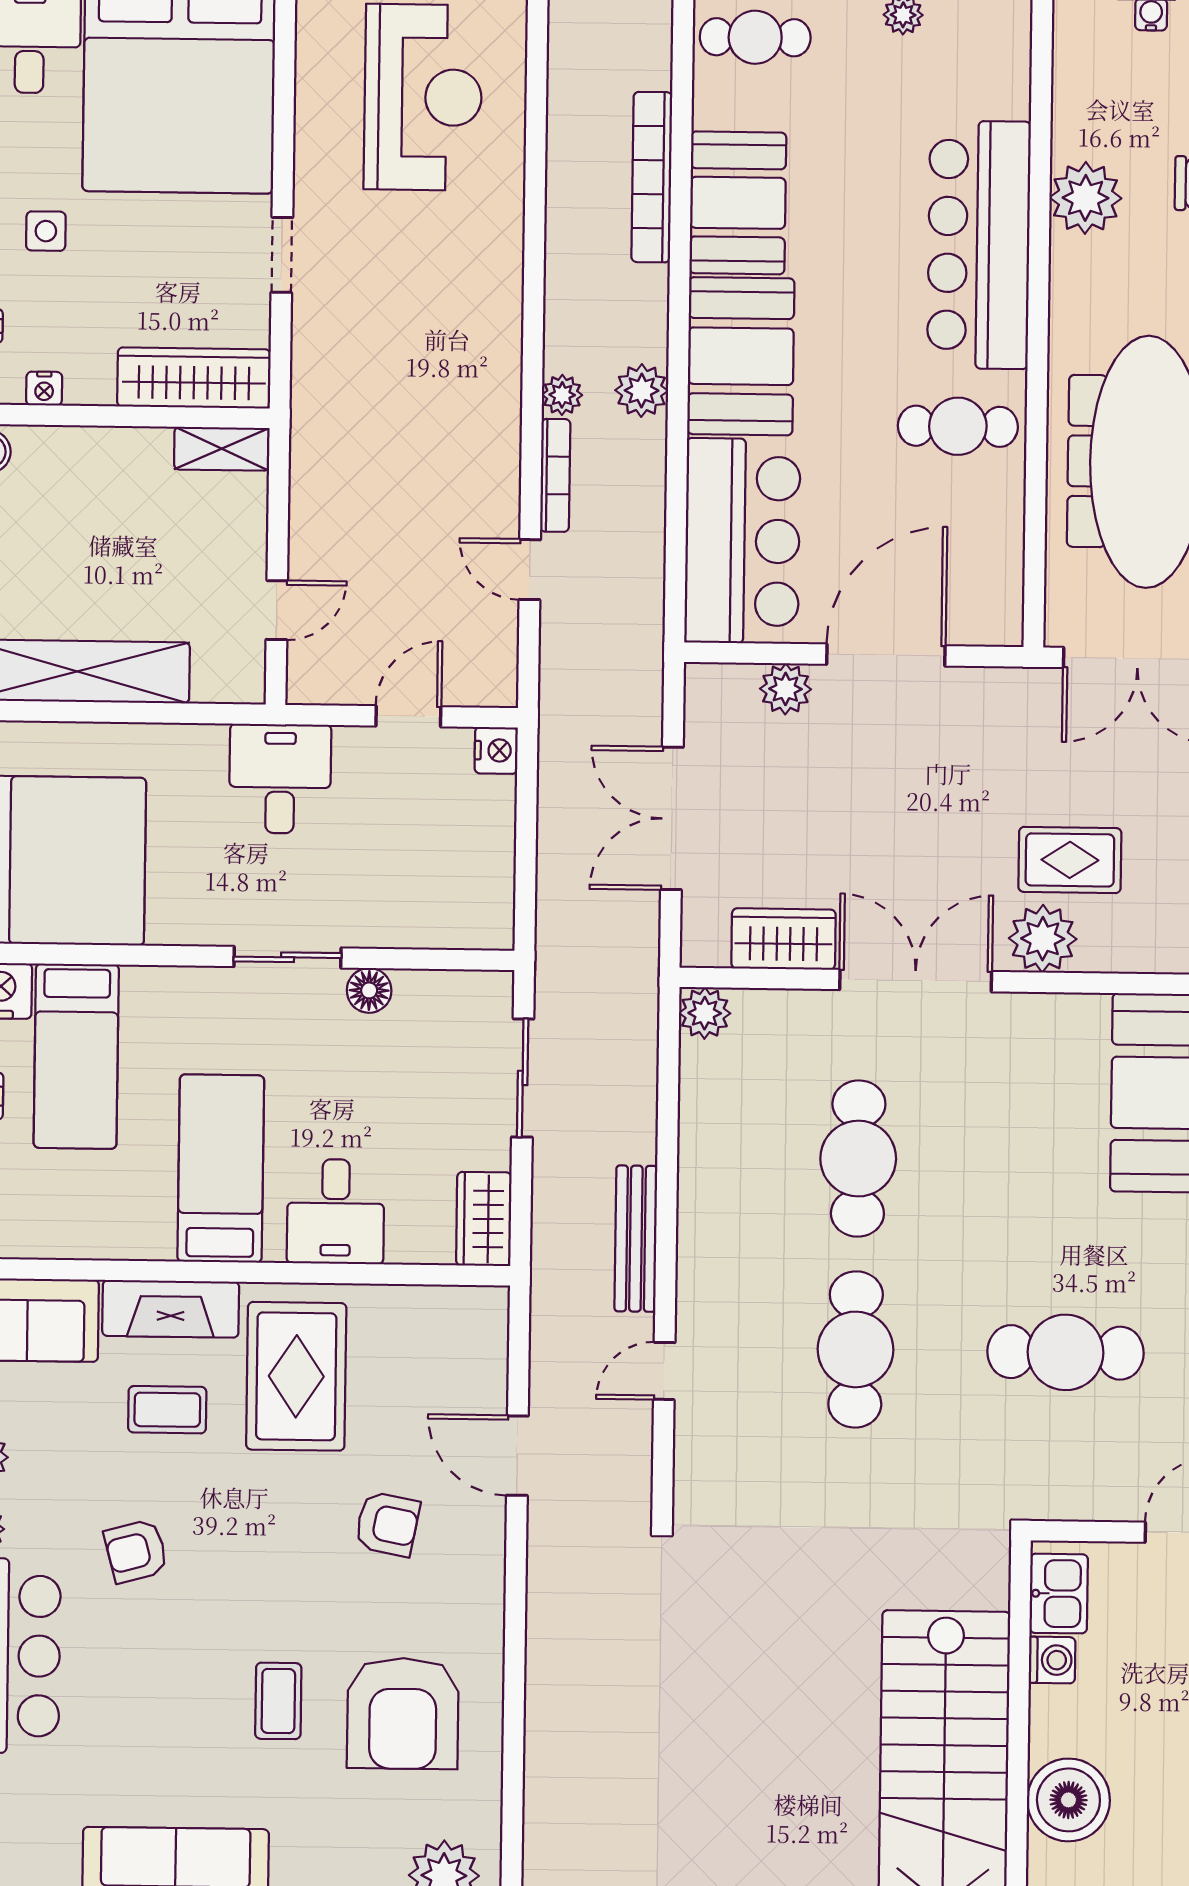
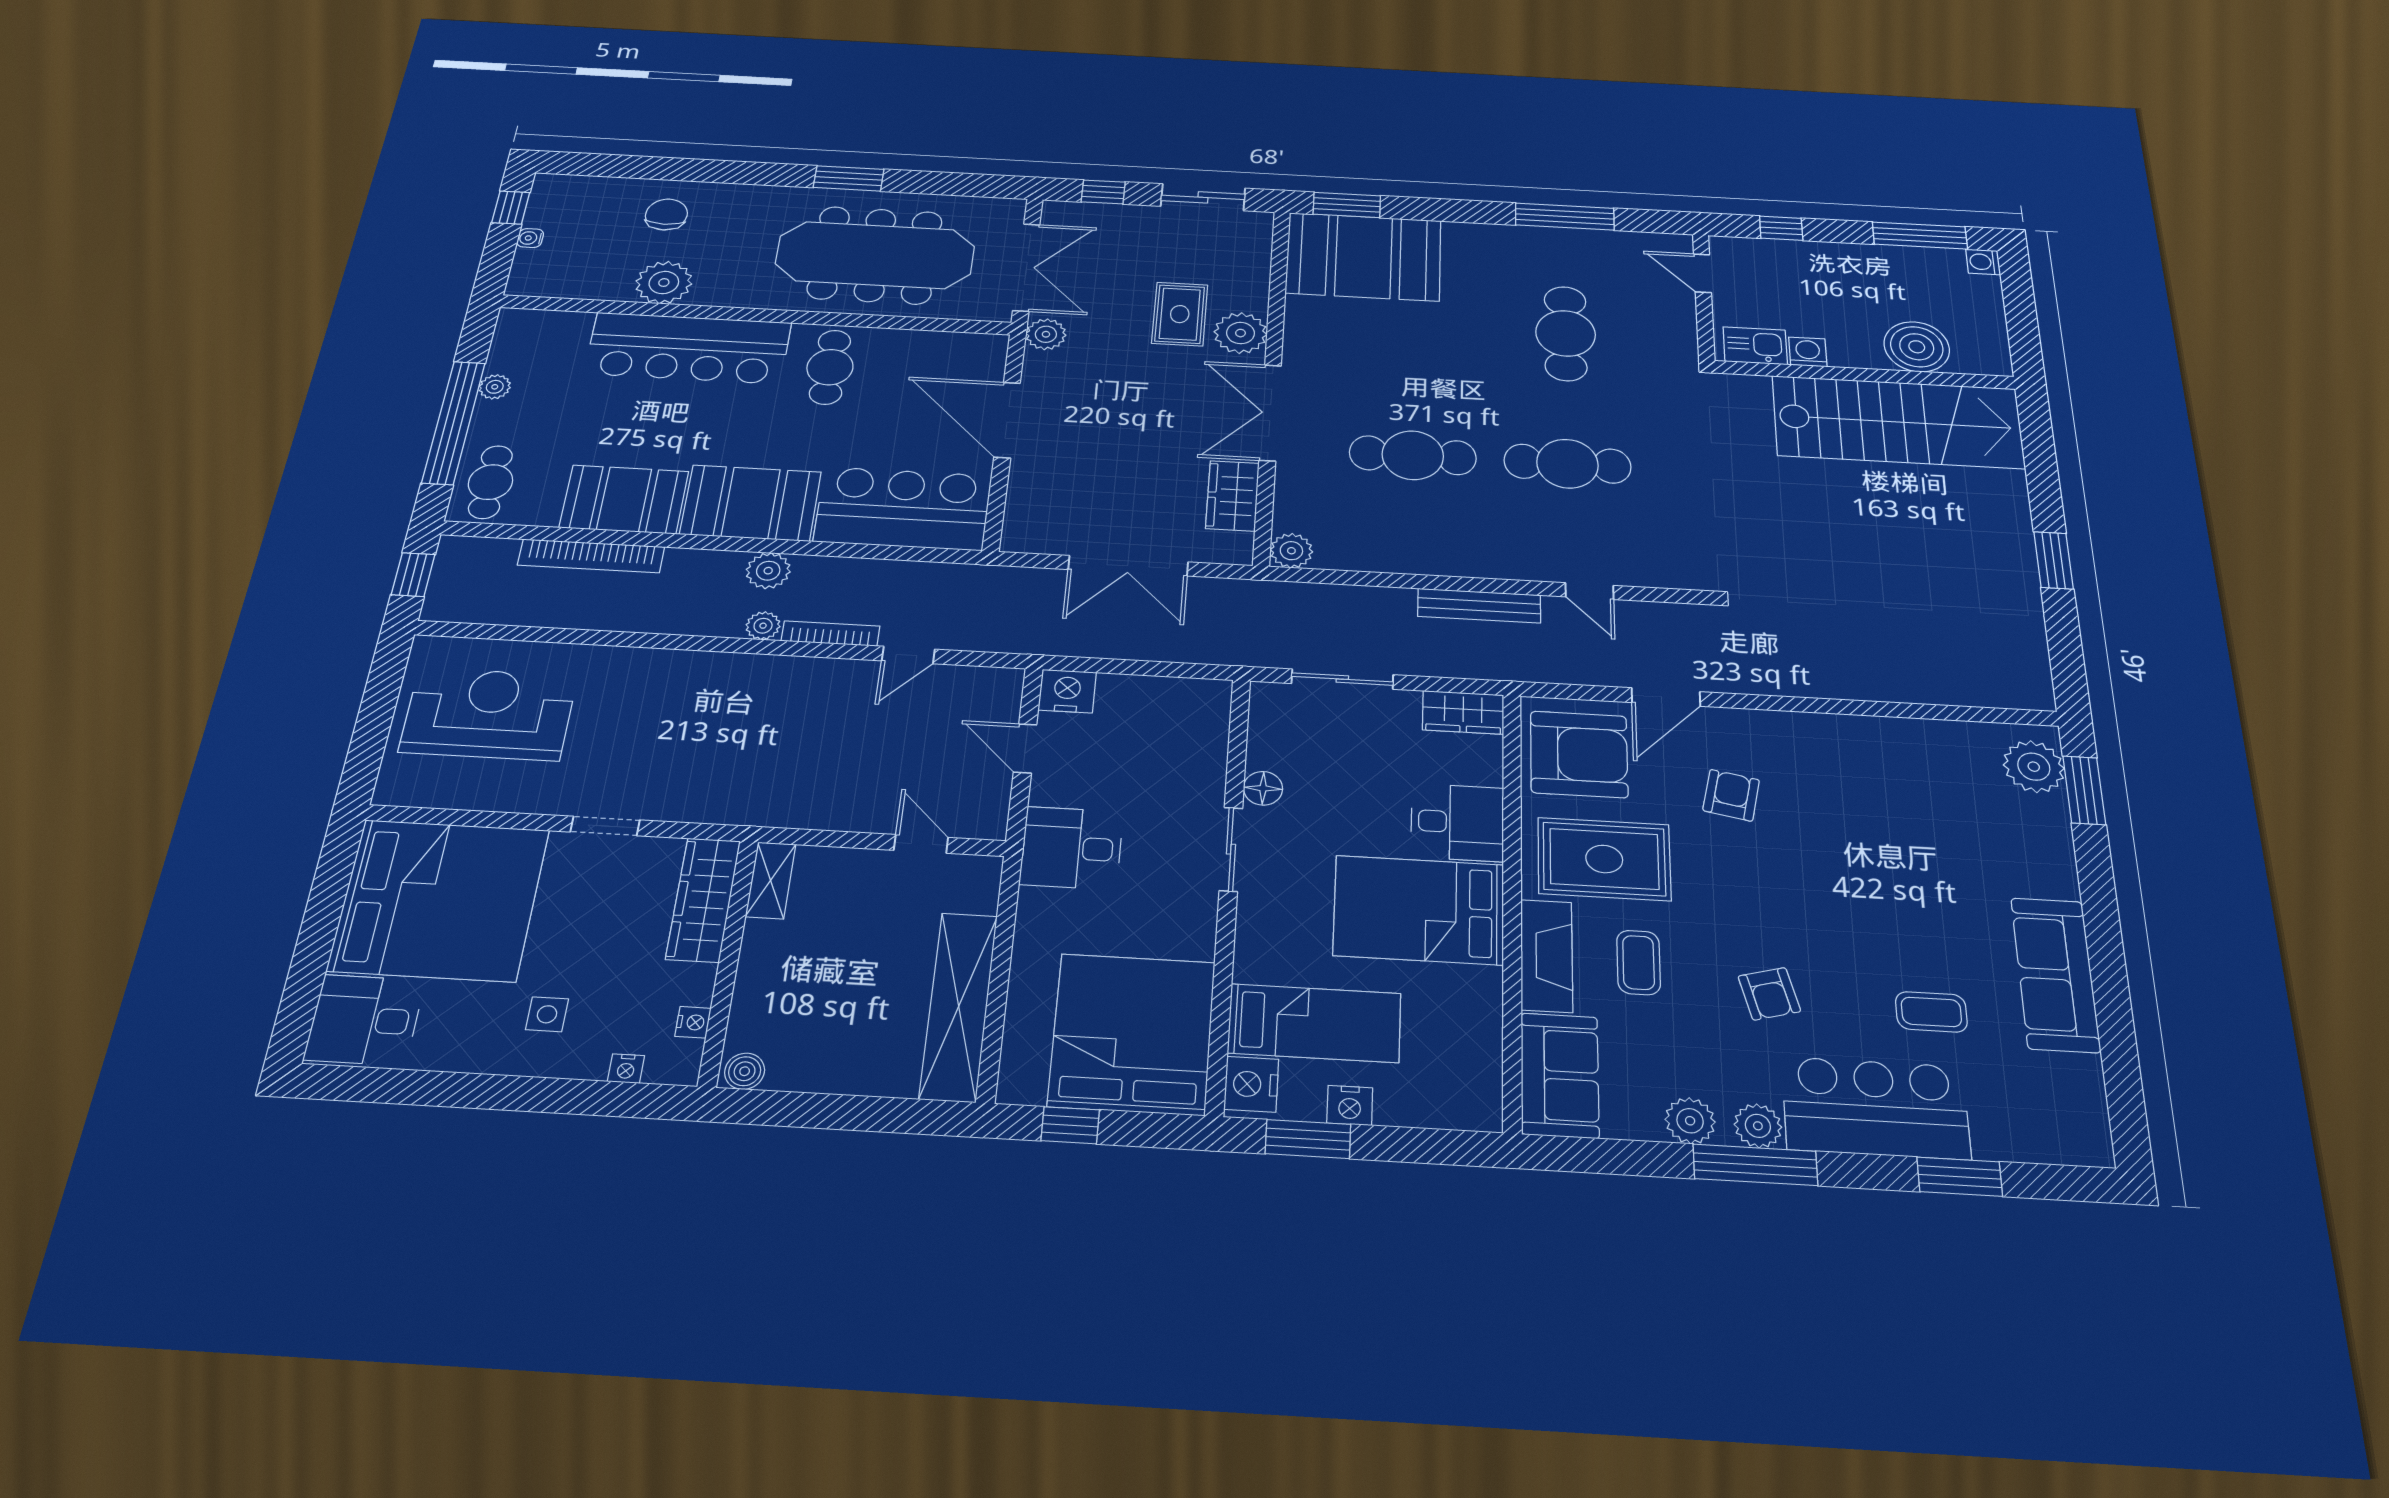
plant: (786, 689) -> (1046, 334), moved
nightstand: (496, 750) -> (1067, 691), width x1.36, depth x1.33
bed: (221, 1169) -> (1419, 910), width x1.50
coffee table: (278, 1701) -> (1931, 1012), moved
armchair: (403, 1713) -> (1579, 754), moved

